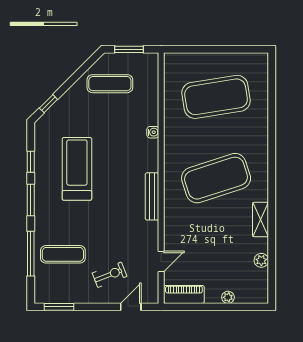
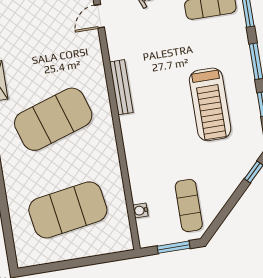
exercise mat: (110, 84) -> (189, 205), turned 90
water cooler: (153, 132) -> (140, 210), moved

